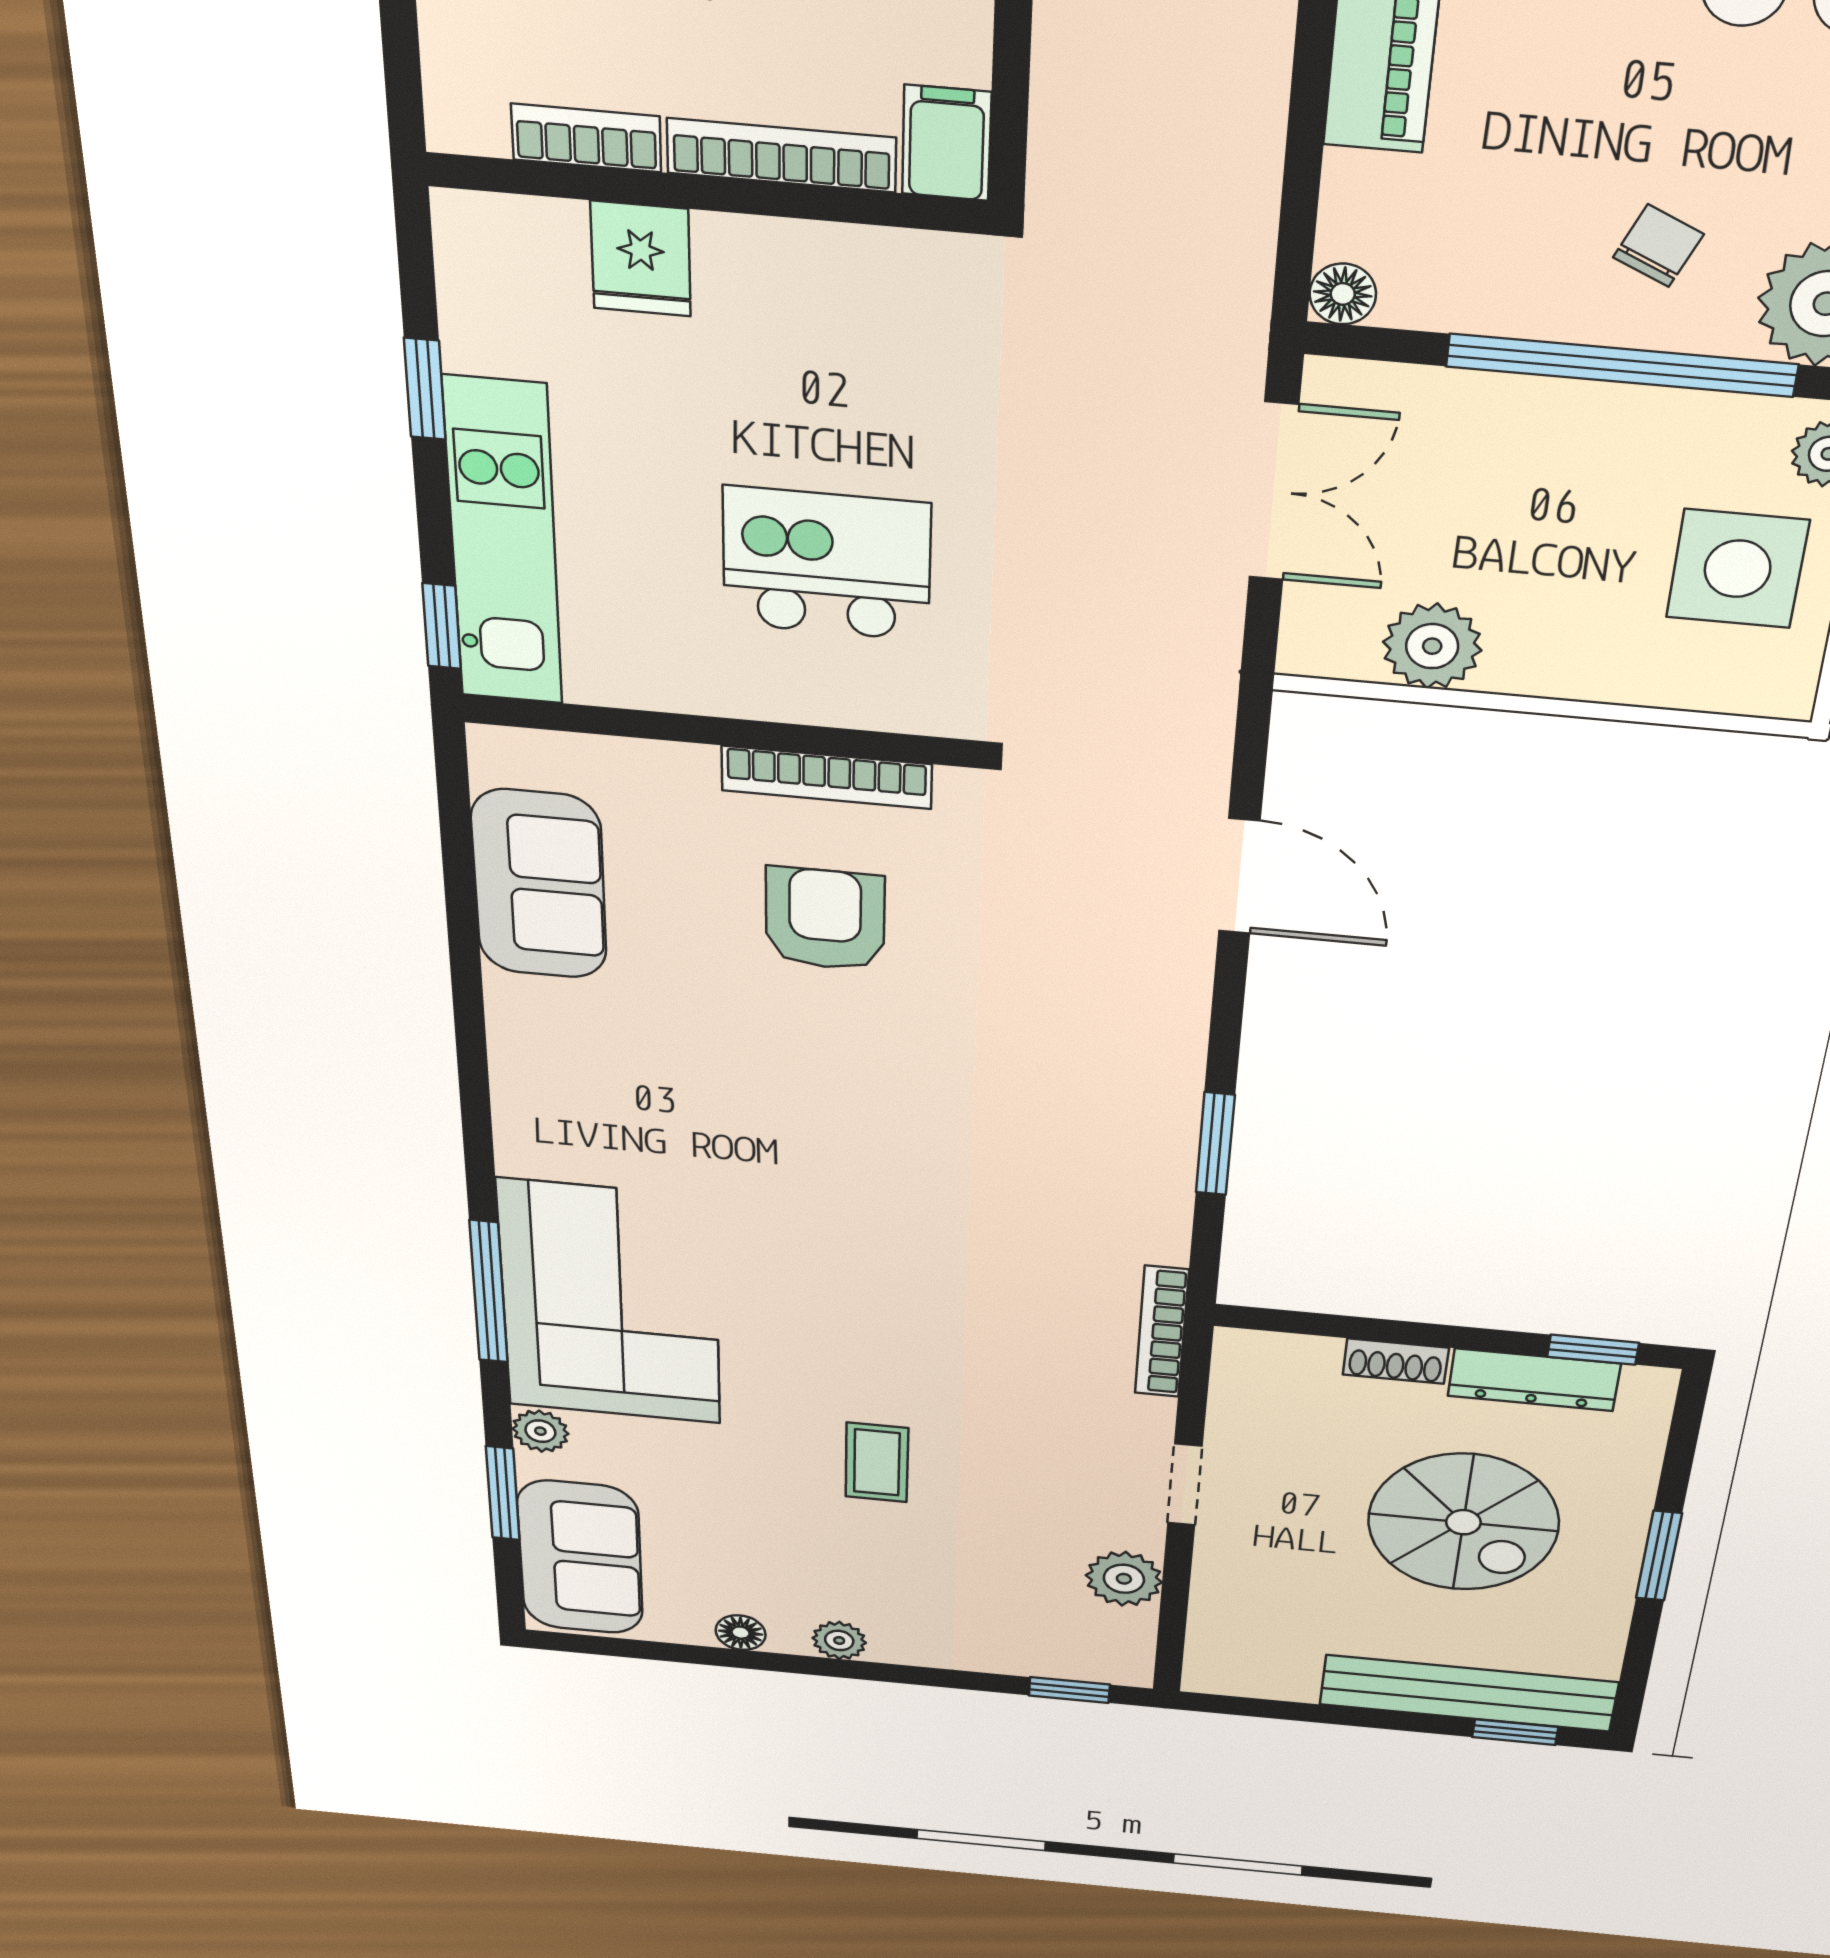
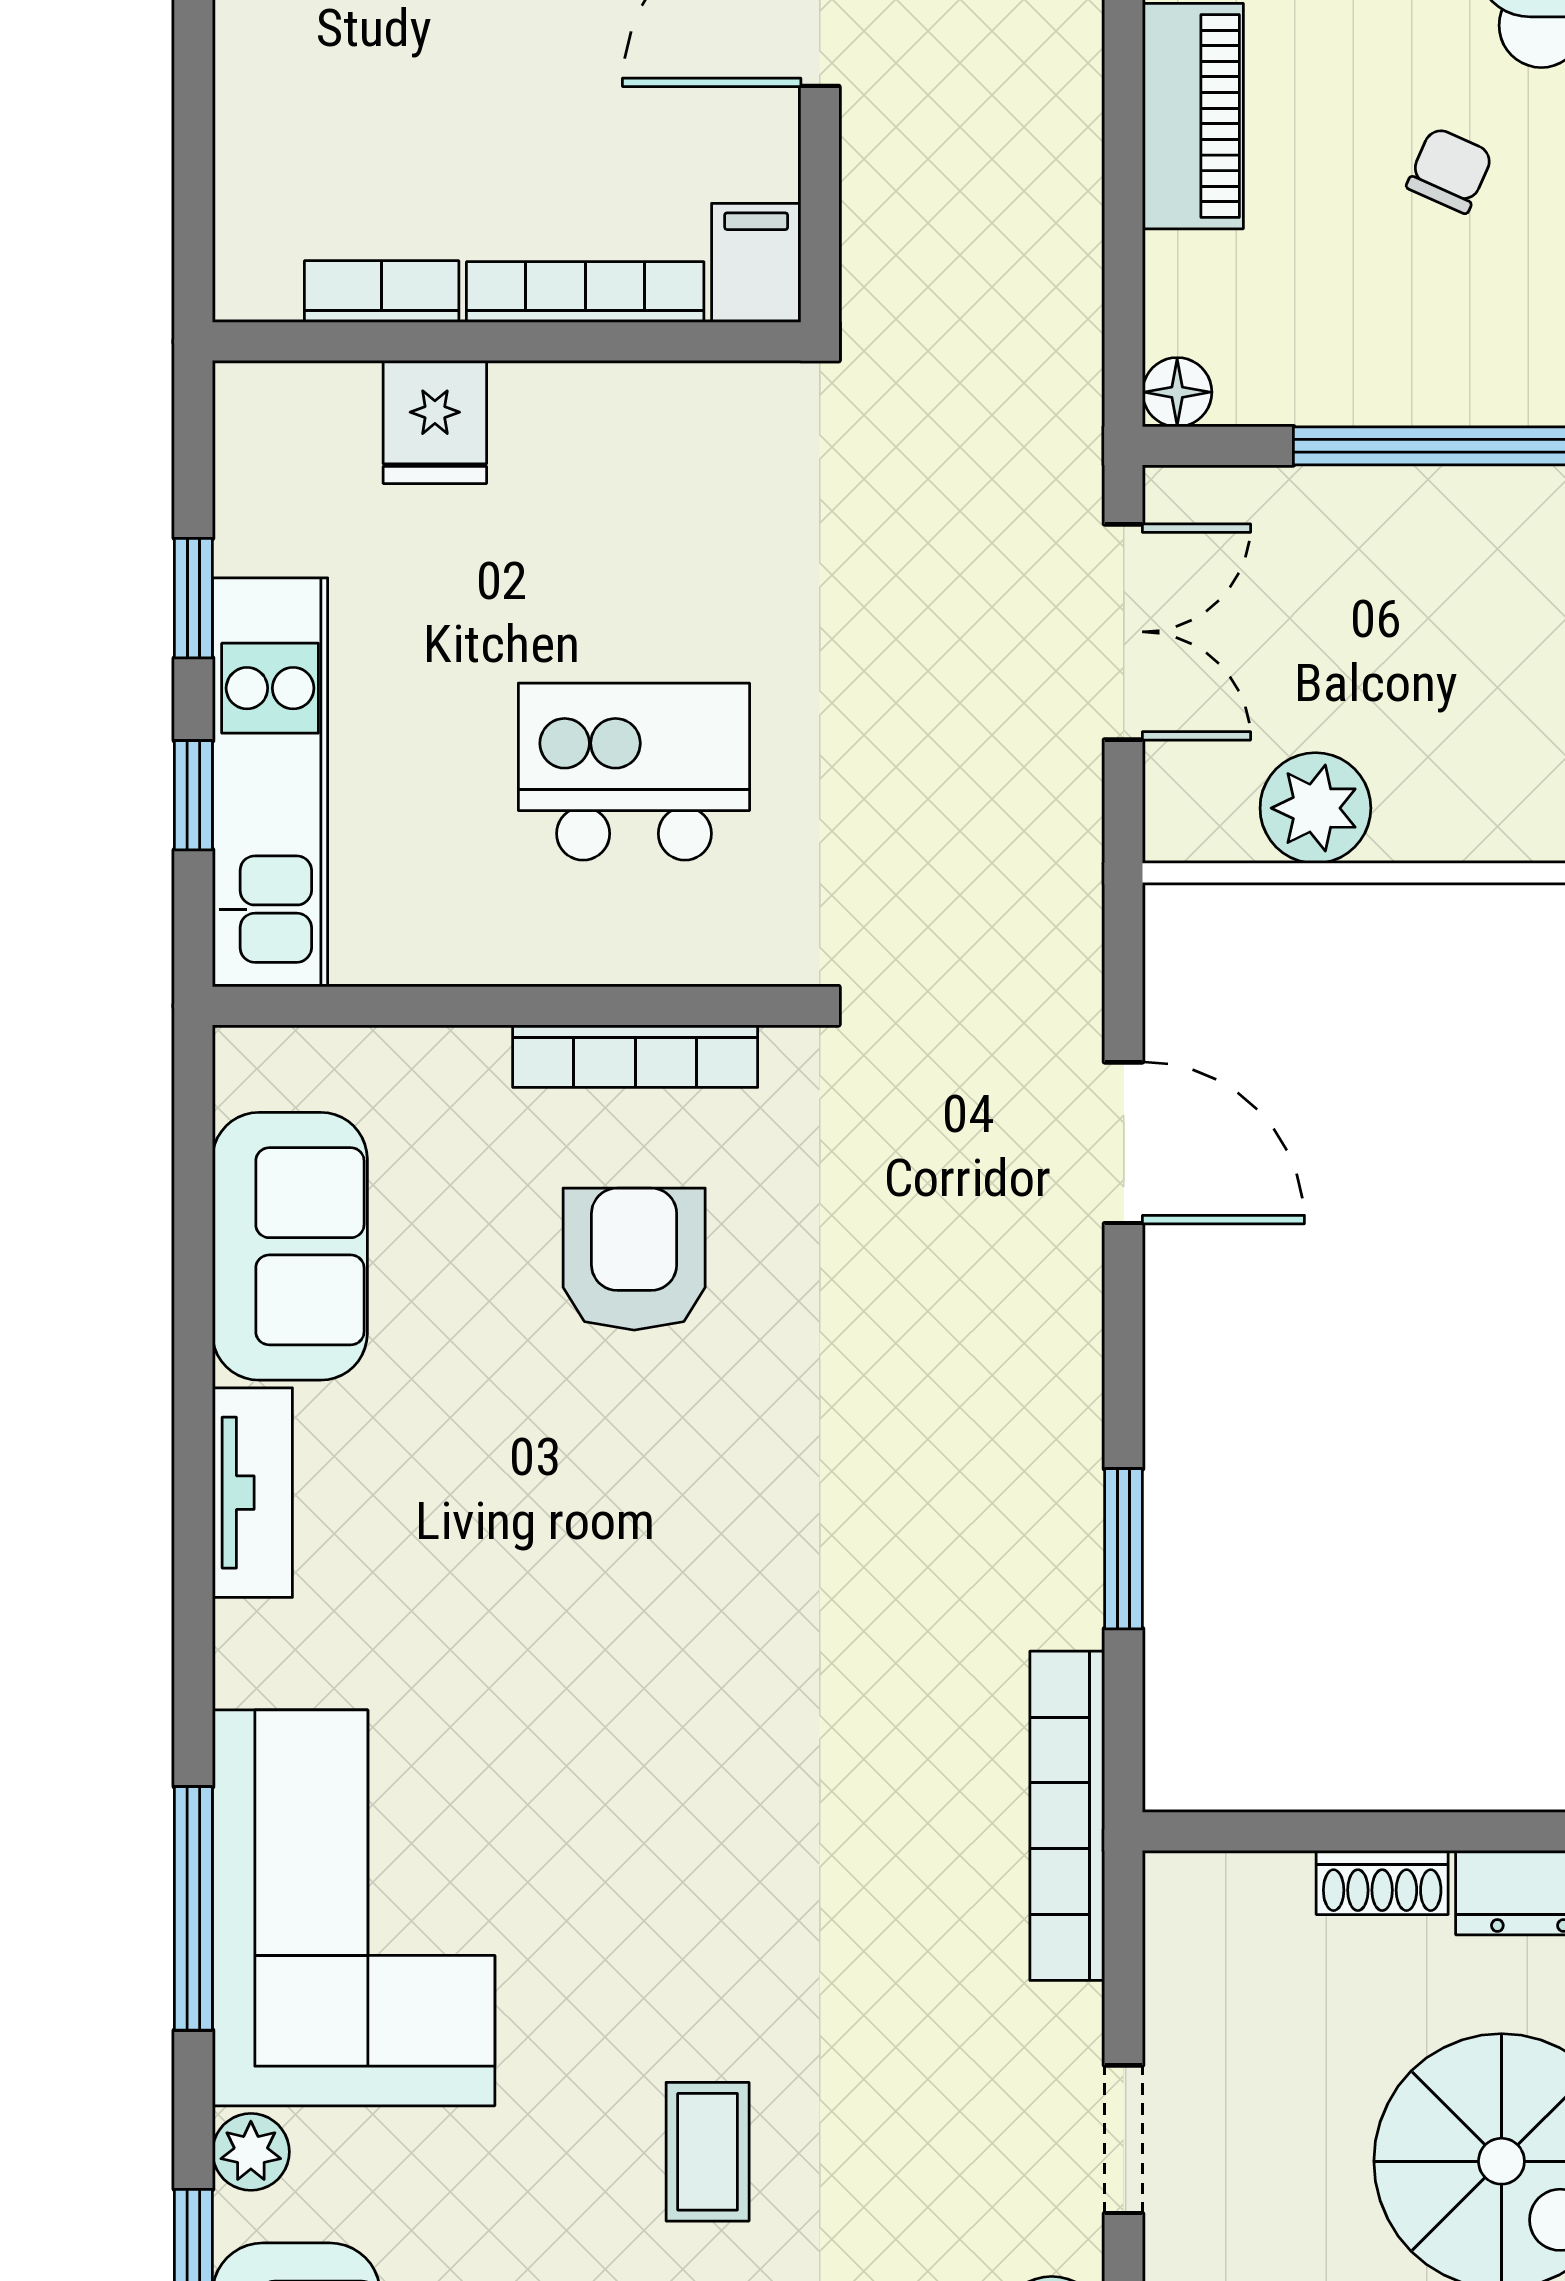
chair: (1658, 246) -> (1450, 170), moved
window: (442, 626) -> (193, 795), moved
tv unit: (518, 1045) -> (252, 1493), added
bookcase: (1162, 1332) -> (1067, 1816), width x1.48, depth x1.31

